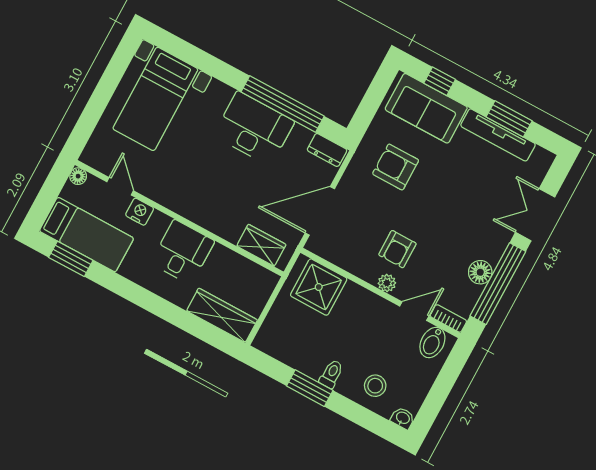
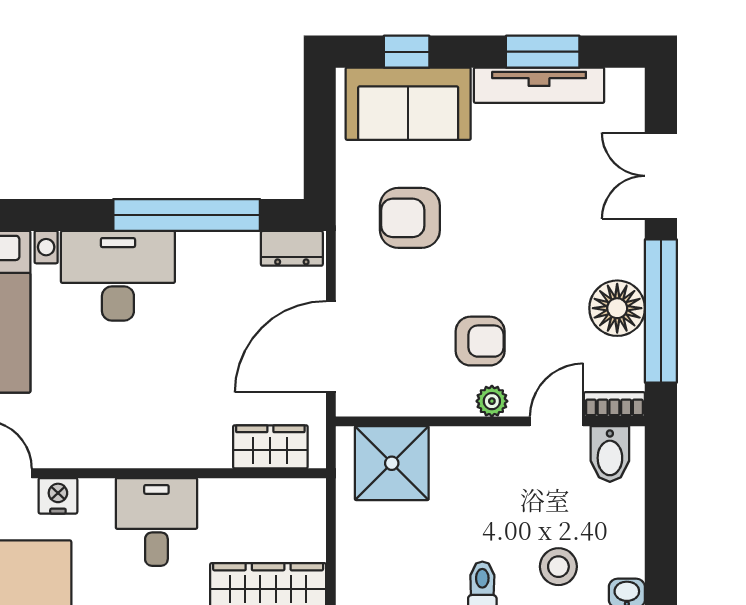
desk: (254, 128) -> (118, 276), moved
armchair: (397, 249) -> (480, 341), turned -90
floor lamp: (480, 272) -> (617, 308), width x1.38, depth x1.38

